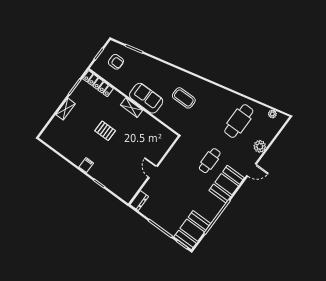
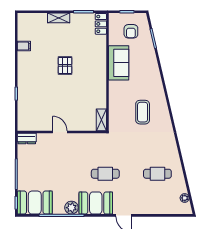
locker: (98, 84) -> (101, 24), width x0.66
sofa: (146, 98) -> (119, 63), moved
shelving: (132, 108) -> (101, 120), moved
cafe table: (239, 121) -> (157, 174), width x0.73, depth x0.74
plant: (260, 146) -> (71, 208), moved
filing cabinet: (86, 165) -> (24, 46), moved
door: (153, 172) -> (60, 132), hinge flipped

